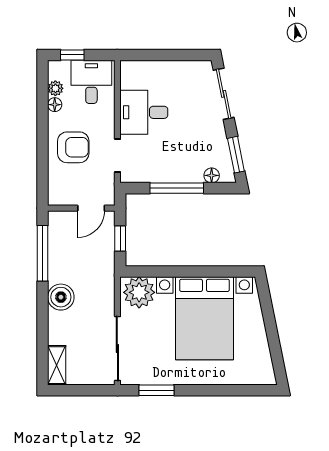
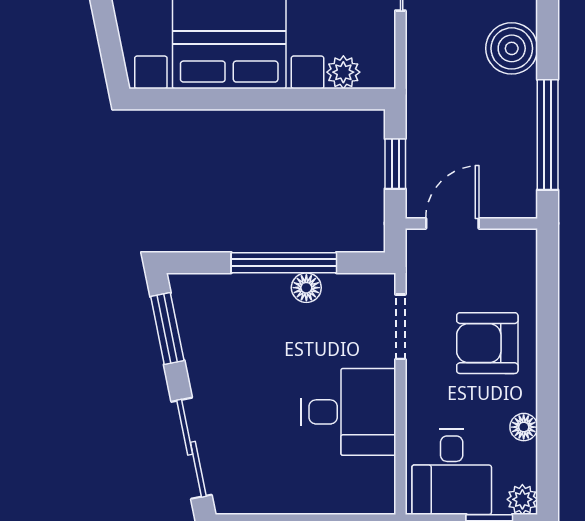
plant: (55, 88) -> (522, 499), moved
floor lamp: (212, 175) -> (306, 288), moved
plant: (139, 292) -> (343, 72), width x0.53, depth x0.53

